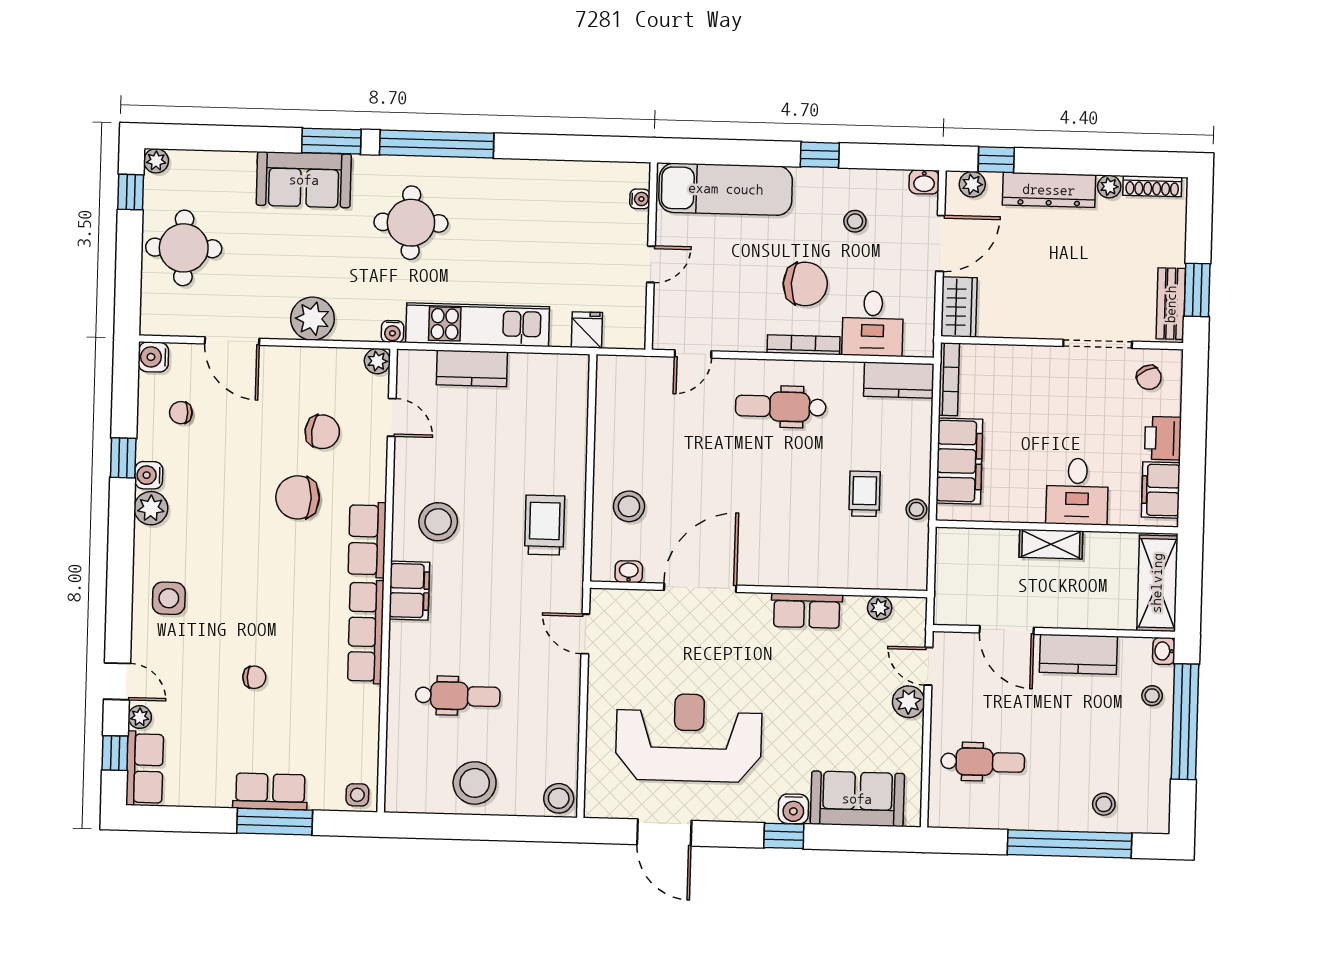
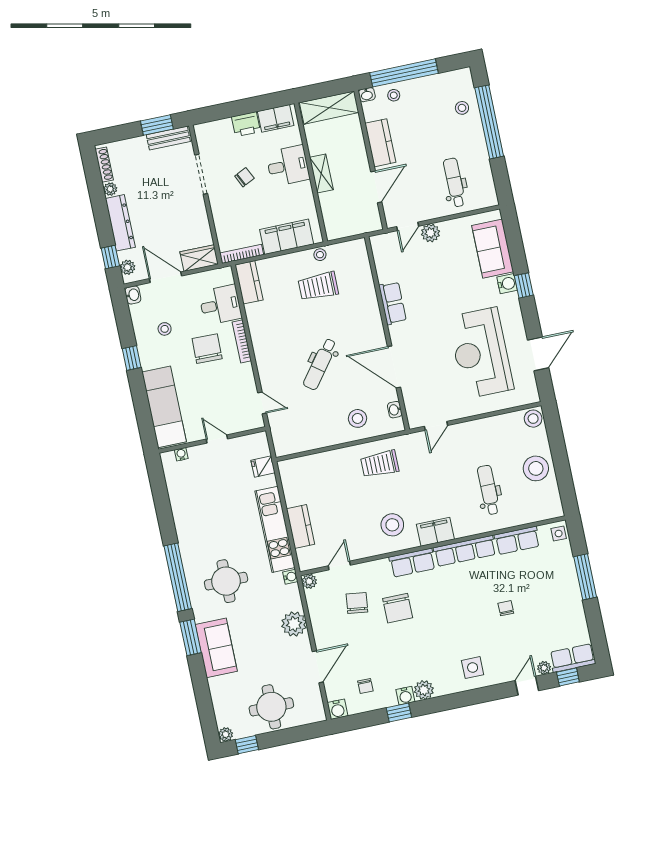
chair: (1149, 377) -> (244, 177), moved
dental chair: (781, 407) -> (320, 364), moved, turned 37
trolley: (865, 494) -> (318, 286), width x1.36, depth x1.39
plant: (880, 608) -> (381, 262), removed
row of seats: (270, 792) -> (517, 540), moved, turned -90

